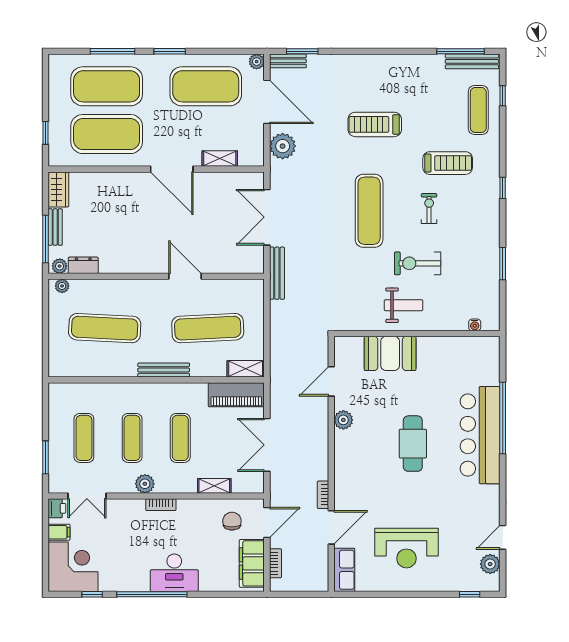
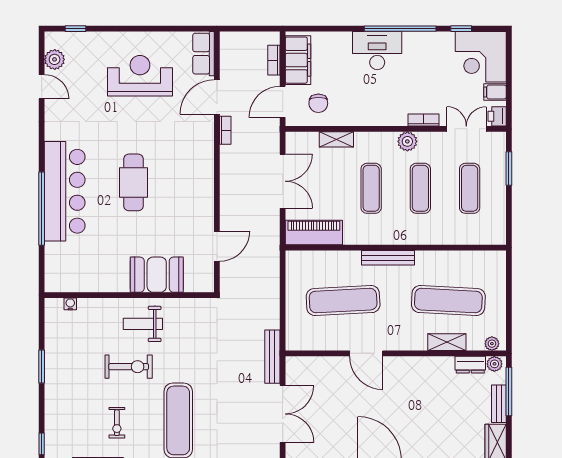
shelving: (246, 369) -> (447, 342), moved
plant: (343, 420) -> (204, 207), removed
bookcase: (161, 505) -> (423, 120), moved
door: (503, 537) -> (42, 87), hinge flipped

